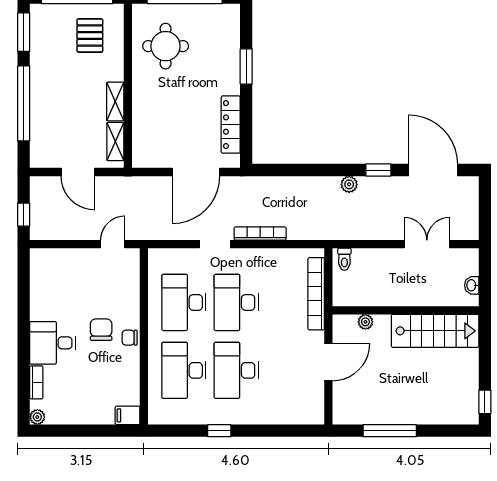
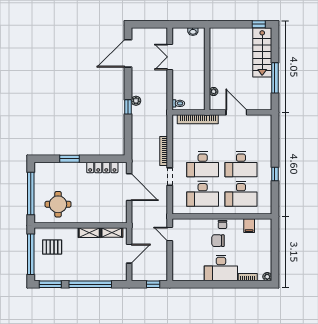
window: (378, 170) -> (128, 107), moved
stairs: (435, 331) -> (262, 53), moved, turned 180
desk: (53, 343) -> (221, 268), width x1.37
filing cabinet: (128, 415) -> (249, 226), moved

